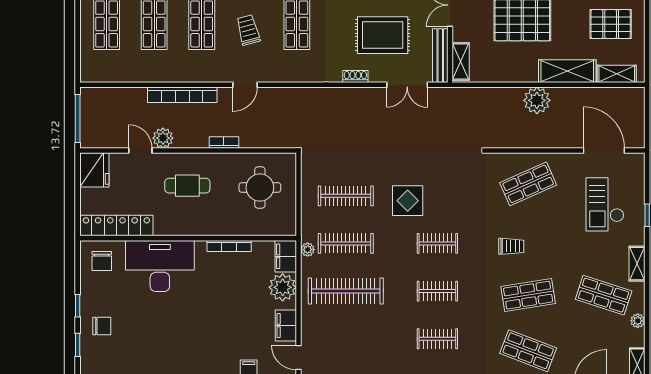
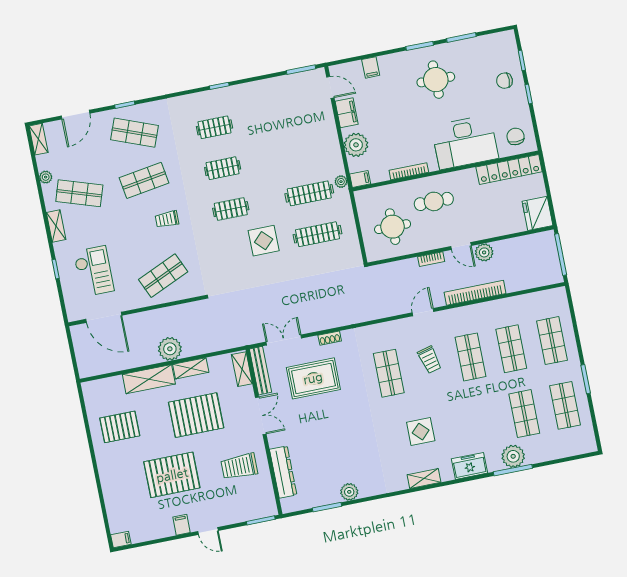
shelving: (617, 74) -> (191, 368), moved
door: (140, 150) -> (461, 246), moved
cafe table: (187, 186) -> (434, 201), moved
filing cabinet: (286, 256) -> (360, 179), width x0.50
clothes rail: (346, 291) -> (301, 152), removed
round table: (178, 343) -> (436, 80), added

